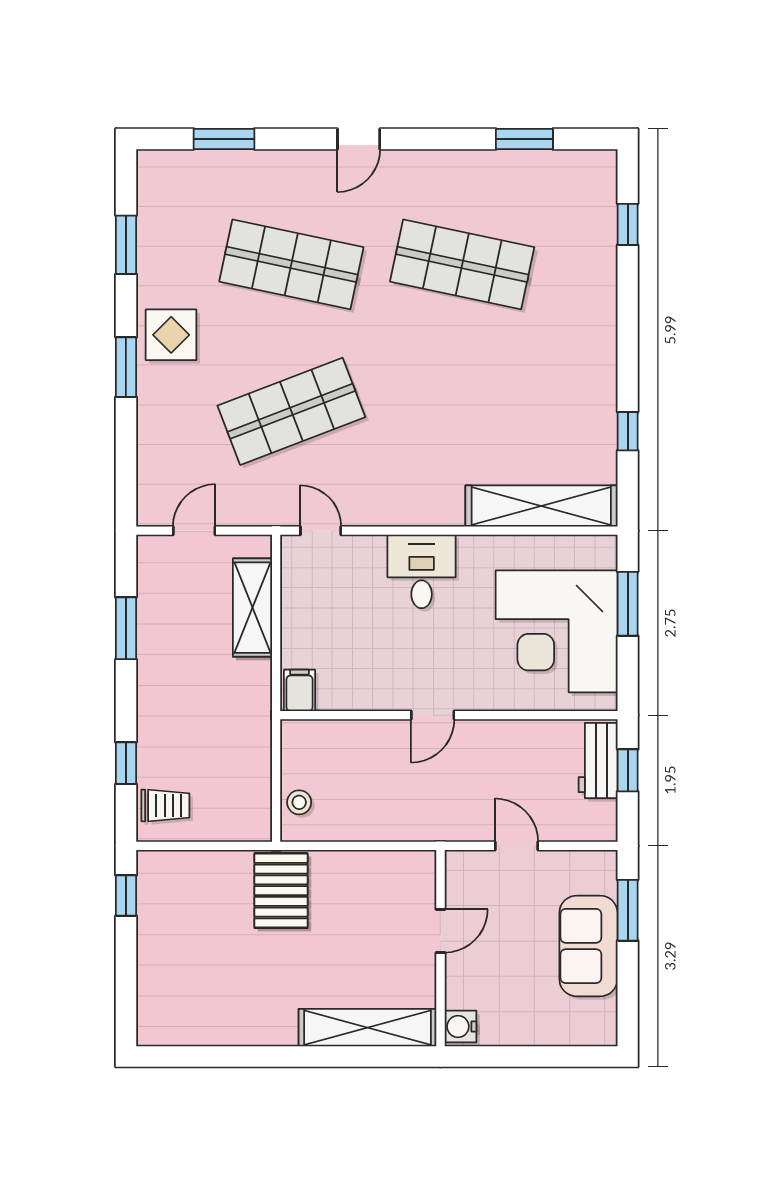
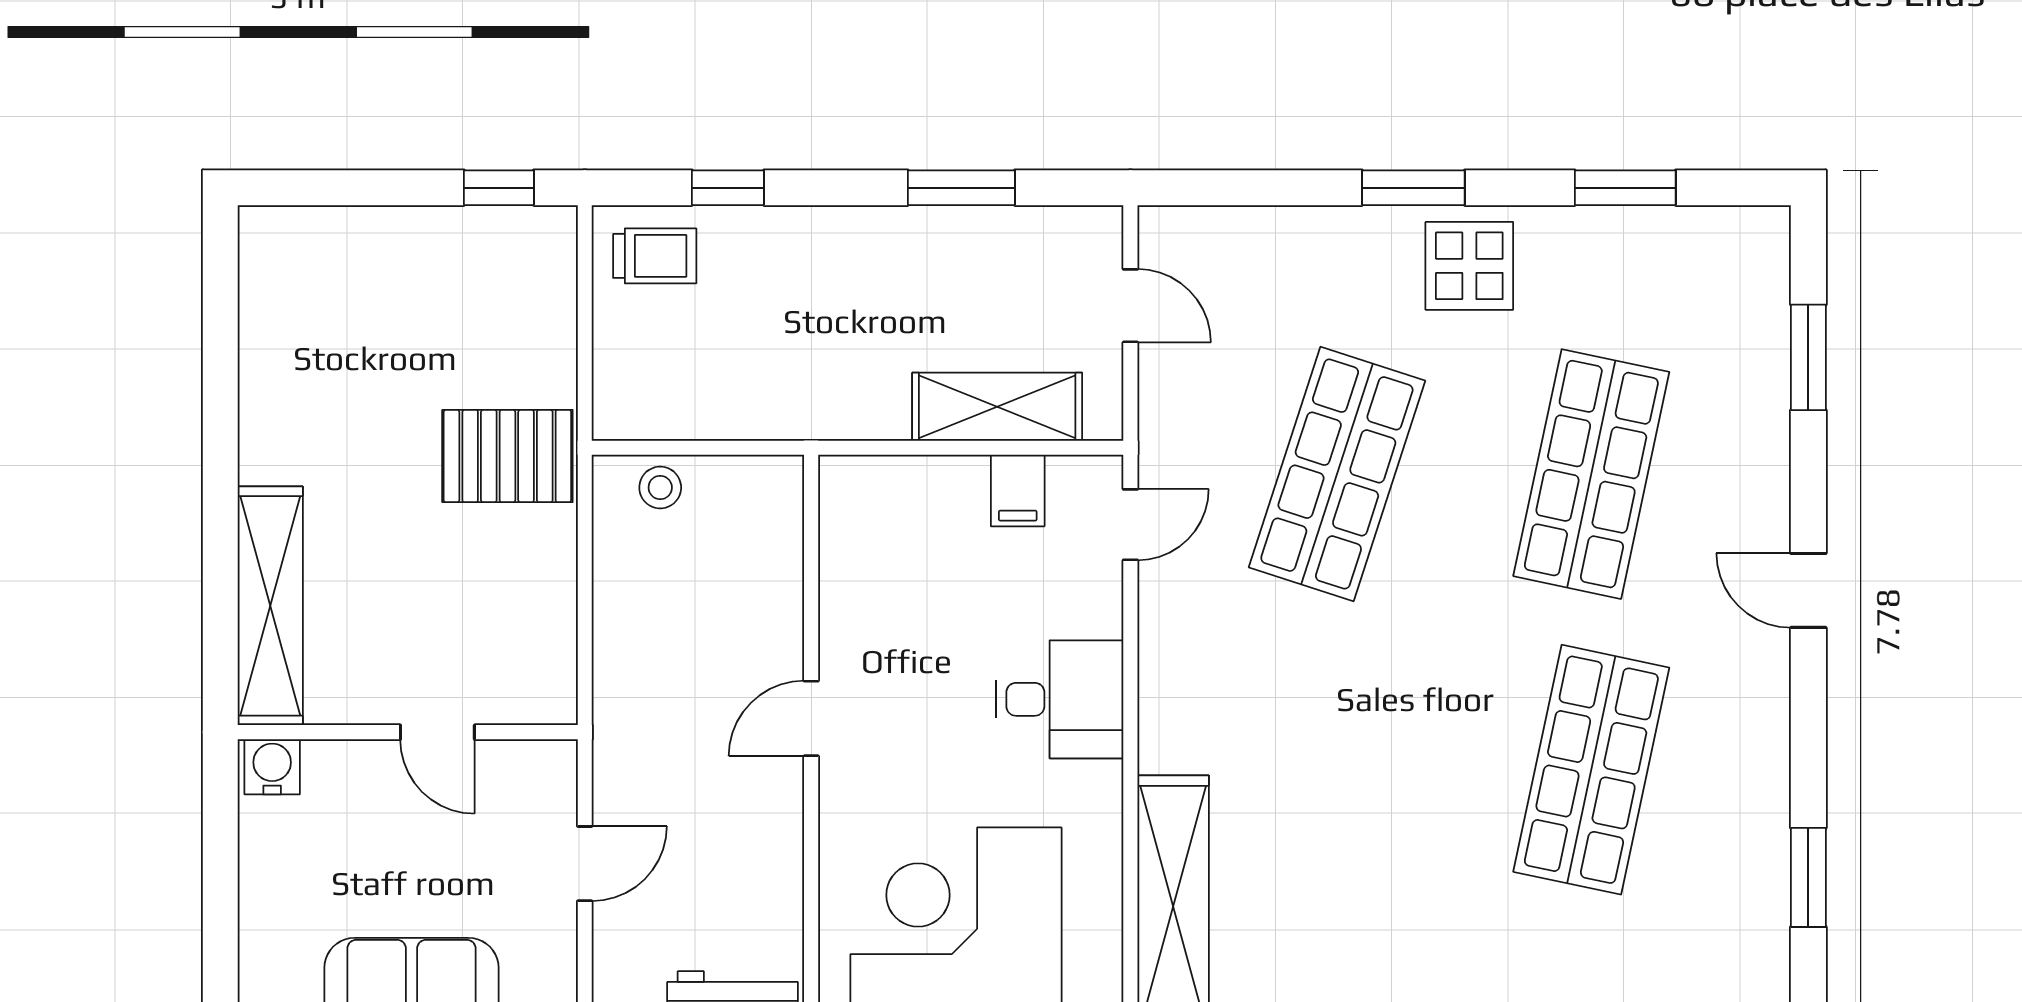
shop shelf: (291, 411) -> (1337, 474), turned 39
filing cabinet: (300, 690) -> (1018, 491), moved, turned 90
door: (433, 715) -> (811, 718), hinge flipped
trolley: (165, 805) -> (655, 256), turned -90

